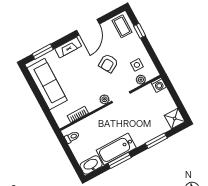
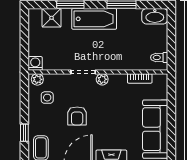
armchair: (108, 63) -> (77, 116), turned 121
plant: (141, 80) -> (37, 79), moved
shower: (175, 119) -> (52, 18), moved
bathtub: (116, 149) -> (94, 19), moved

